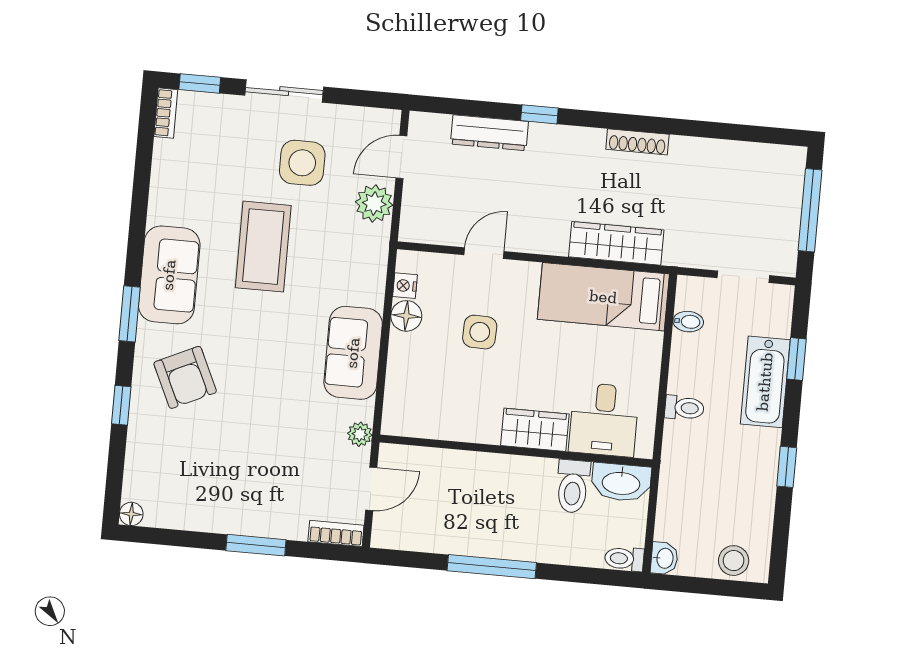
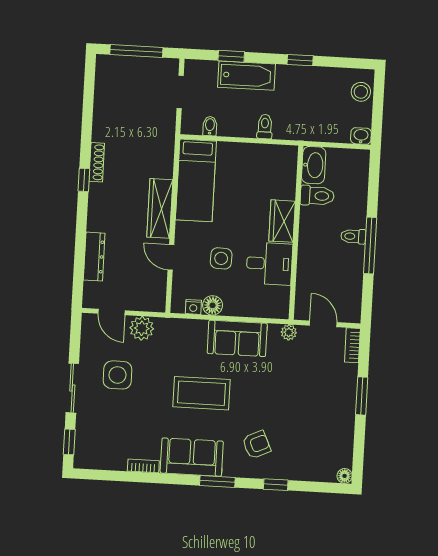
bookcase: (166, 113) -> (143, 466), moved
window: (539, 114) -> (84, 180), moved
wardrobe: (616, 243) -> (160, 208), moved
coffee table: (263, 247) -> (202, 393), moved
armchair: (185, 377) -> (257, 445), width x0.72, depth x0.72
desk: (604, 420) -> (269, 264), moved
toilet: (624, 559) -> (353, 236), moved, turned 90

